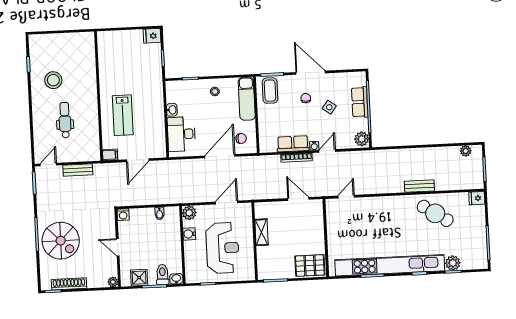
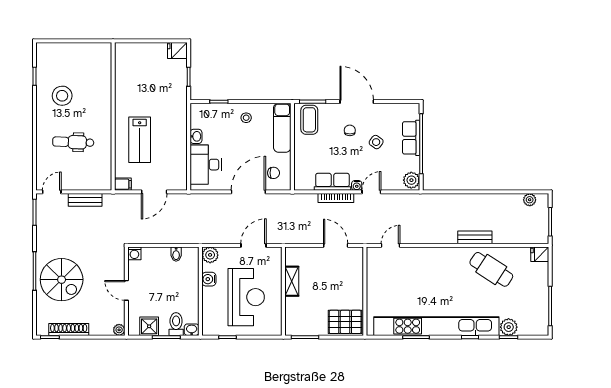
dental chair: (65, 120) -> (73, 142), turned -88

